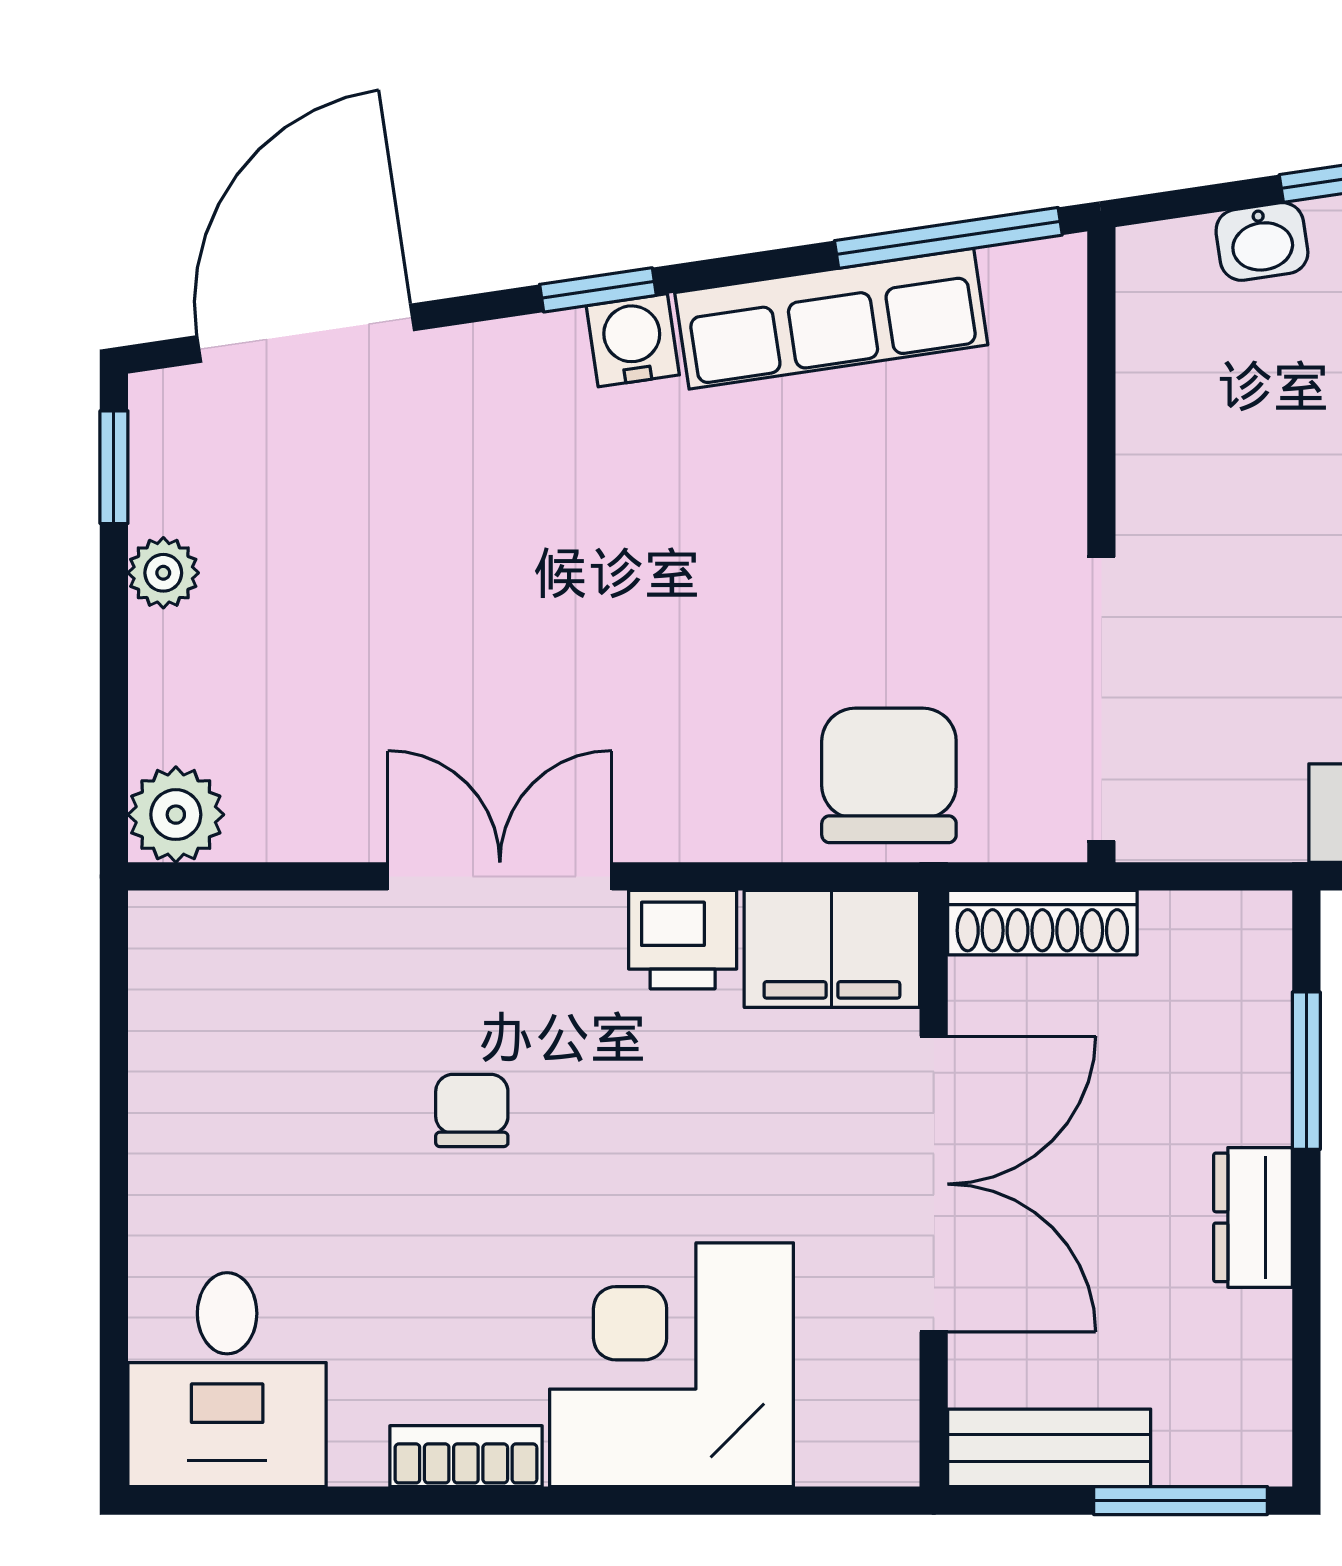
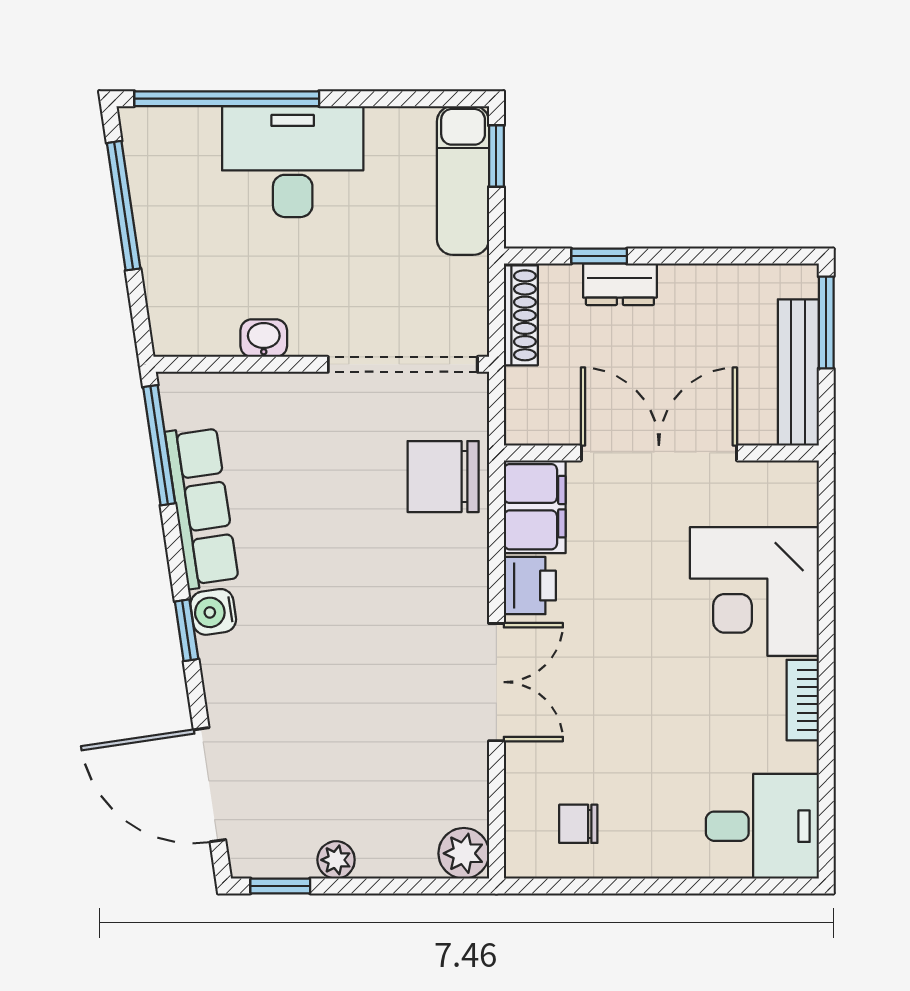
washbasin: (1262, 242) -> (264, 338), moved, turned -82
double door: (500, 876) -> (496, 682), swing flipped
shoe rack: (1042, 923) -> (521, 315), moved
window: (1306, 1071) -> (599, 256), width x0.67
chair: (472, 1110) -> (578, 824), moved
dresser: (1253, 1217) -> (620, 284), moved
bench: (1049, 1448) -> (798, 372), width x1.36

